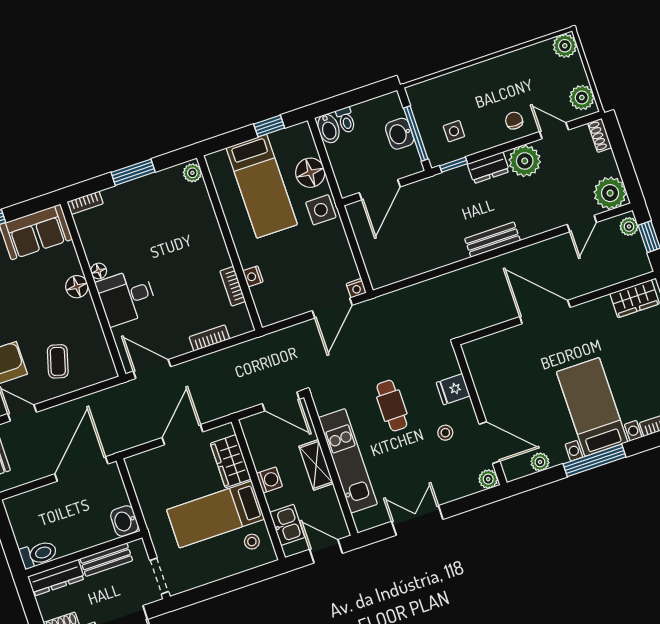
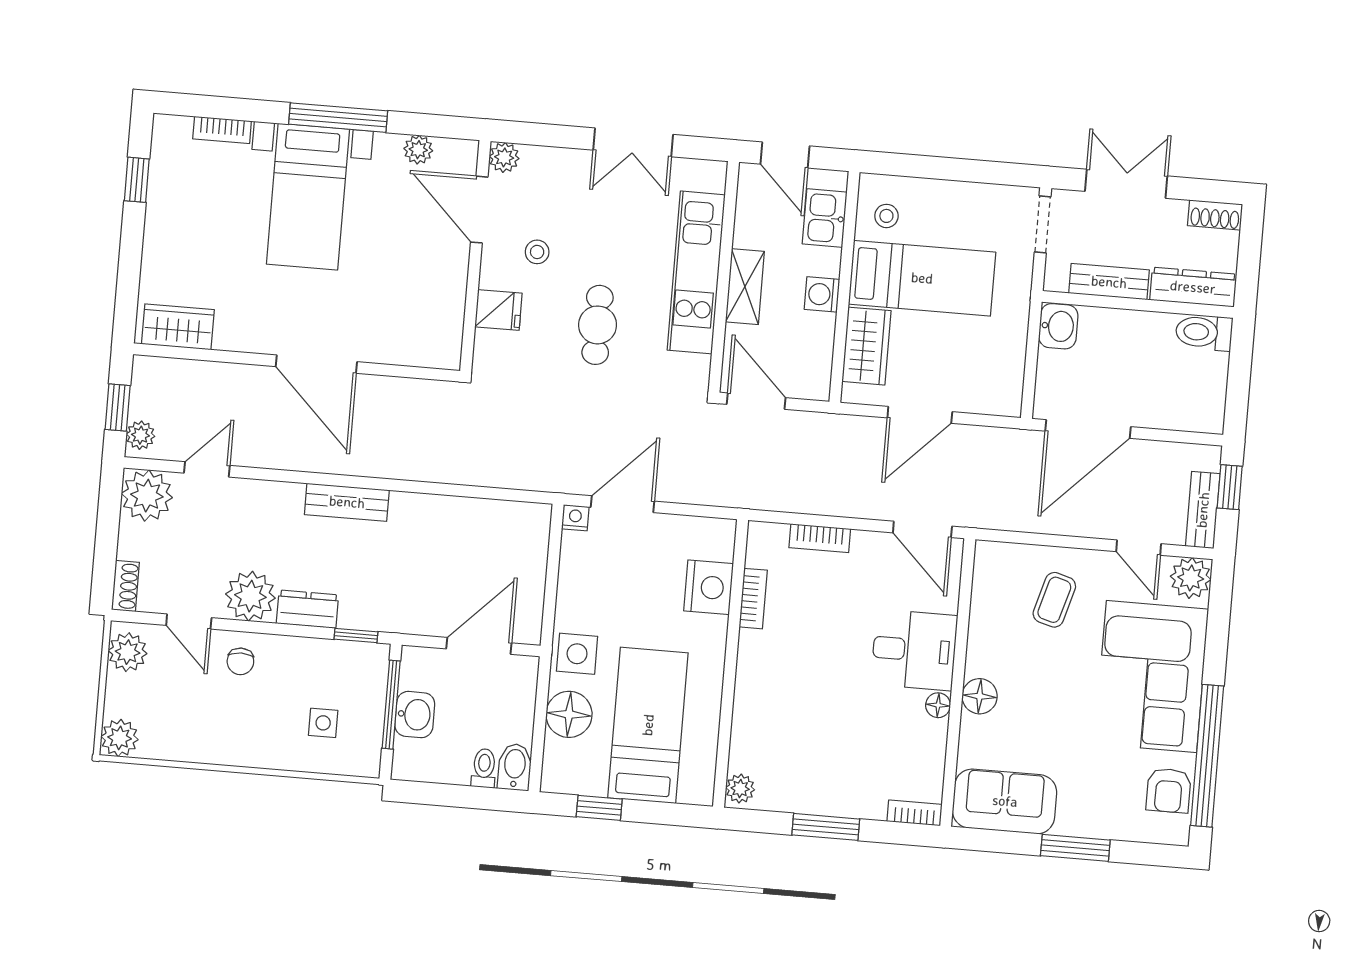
side table: (454, 131) -> (323, 723), moved
nightstand: (253, 276) -> (709, 587), width x1.89, depth x1.79

